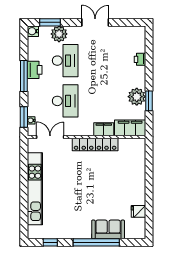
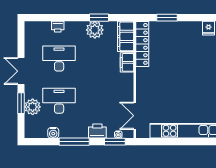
window: (50, 22) -> (21, 103), moved
water cooler: (33, 31) -> (53, 133), moved
printer: (35, 70) -> (97, 131), moved
desk: (65, 101) -> (59, 59), moved
locker: (95, 145) -> (142, 44), moved
window: (149, 170) -> (167, 18), added

